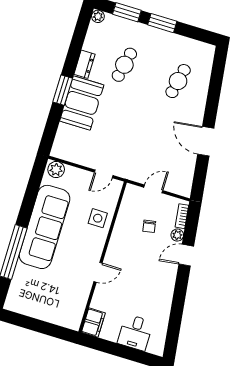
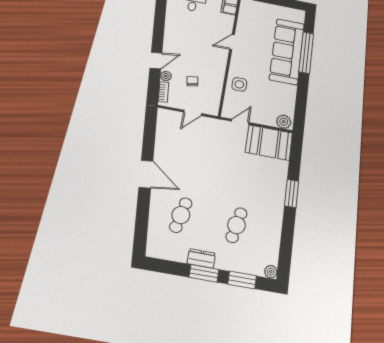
dresser: (84, 64) -> (201, 258), moved, turned 90
booth: (82, 103) -> (269, 143), moved, turned 90
door: (206, 141) -> (146, 174), moved
sofa: (45, 227) -> (287, 51), moved

